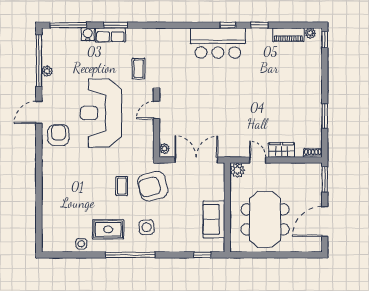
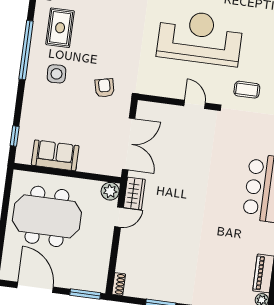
plant: (164, 149) -> (147, 108), removed
wardrobe: (282, 150) -> (134, 193), moved
coffee table: (122, 186) -> (110, 51), removed
armchair: (153, 186) -> (105, 88), width x0.53, depth x0.53

